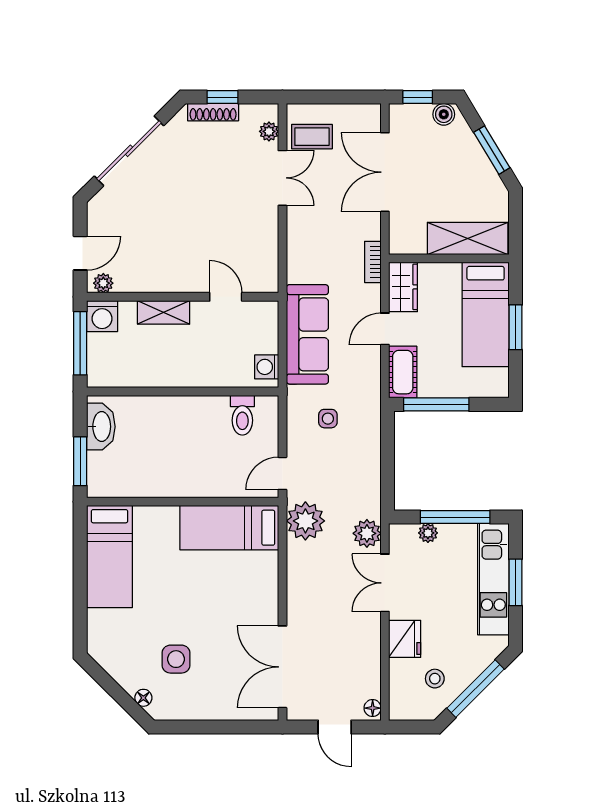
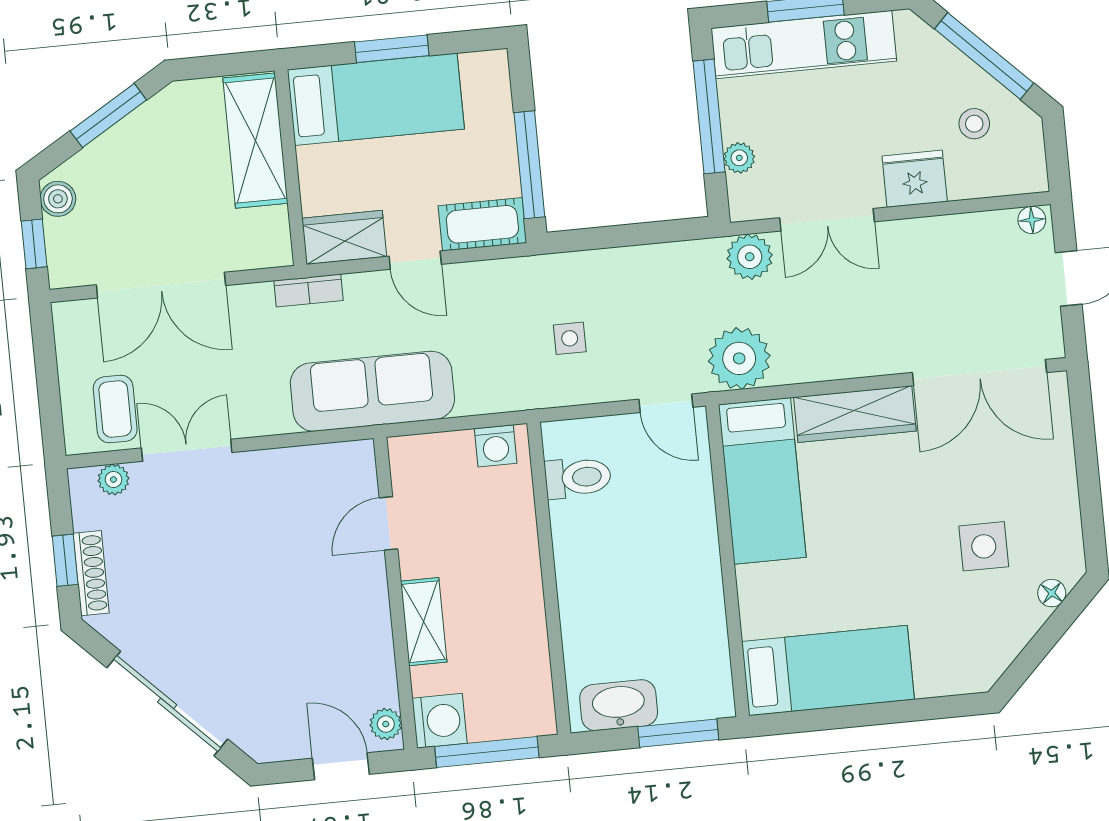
sofa: (307, 334) -> (372, 391), moved
wardrobe: (265, 588) -> (855, 414), added

